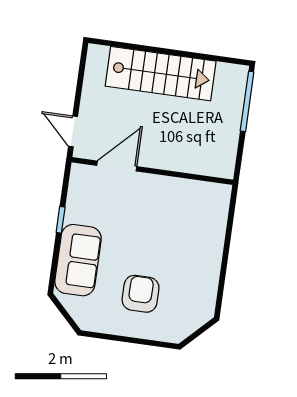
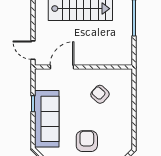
armchair: (173, 220) -> (100, 94), added
sofa: (78, 260) -> (47, 119), width x1.36

